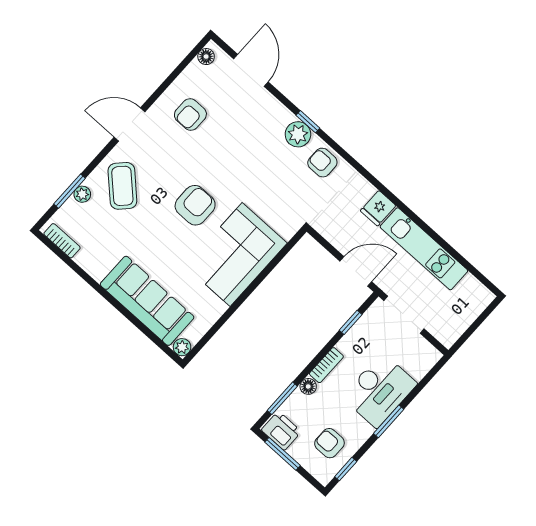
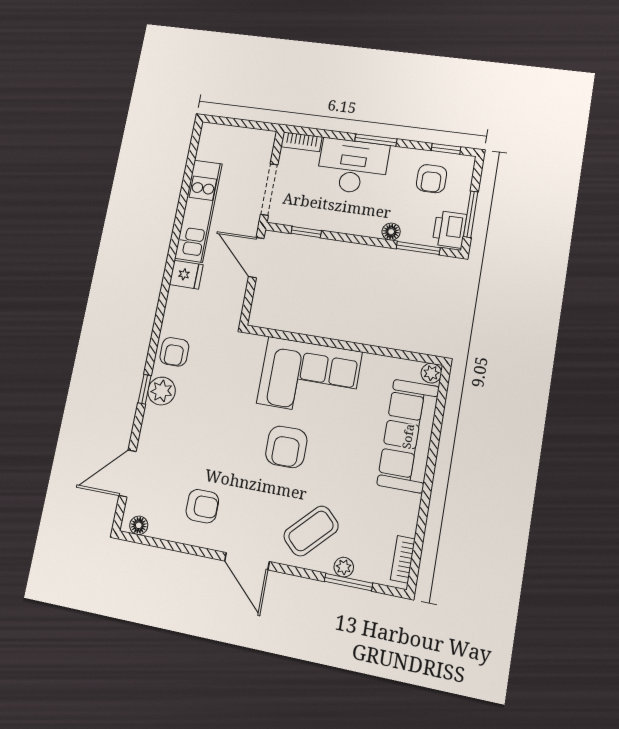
armchair: (195, 205) -> (286, 447), turned -90
bookcase: (326, 365) -> (301, 142), moved, turned 180

